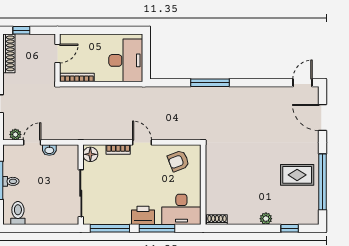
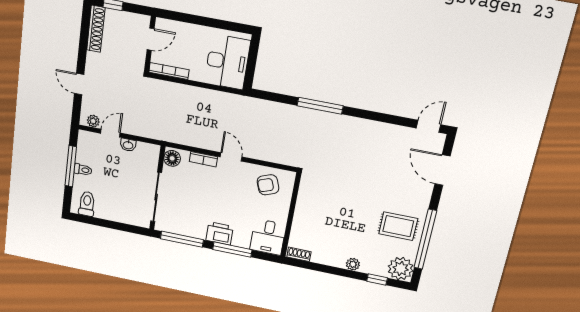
desk: (181, 209) -> (268, 237), width x0.73
plant: (308, 214) -> (401, 269), added

